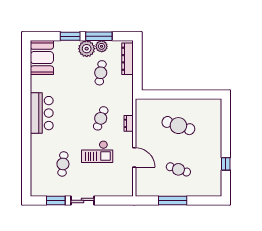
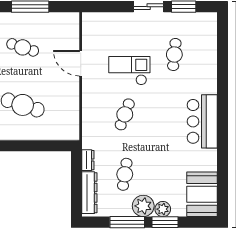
plant: (102, 46) -> (163, 209), moved
dresser: (129, 123) -> (88, 160), moved

